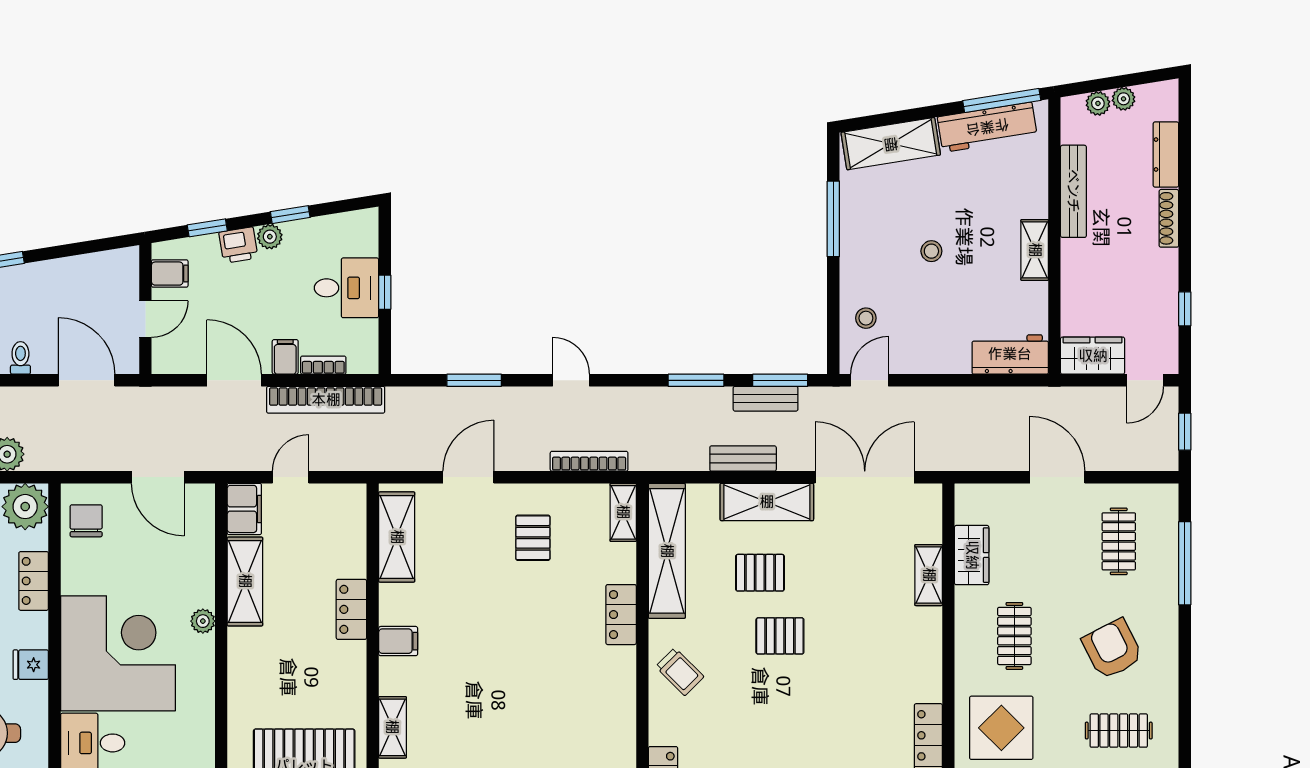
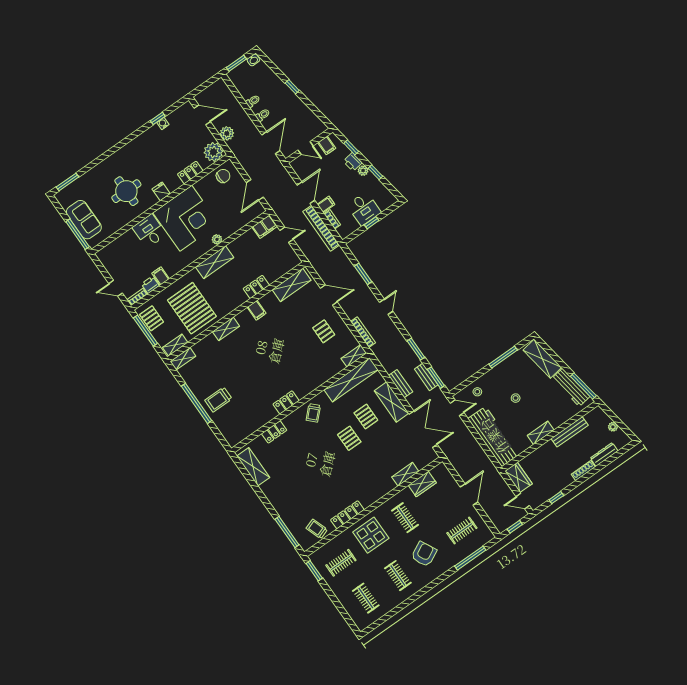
plant: (1098, 103) -> (605, 419), removed
workbench: (1010, 354) -> (494, 436), width x1.88, depth x1.32
pallet: (533, 538) -> (324, 331), turned 90
shelving: (245, 581) -> (215, 262), moved
locker: (621, 615) -> (286, 402), moved
clothes rail: (1014, 636) -> (405, 518), turned 90

